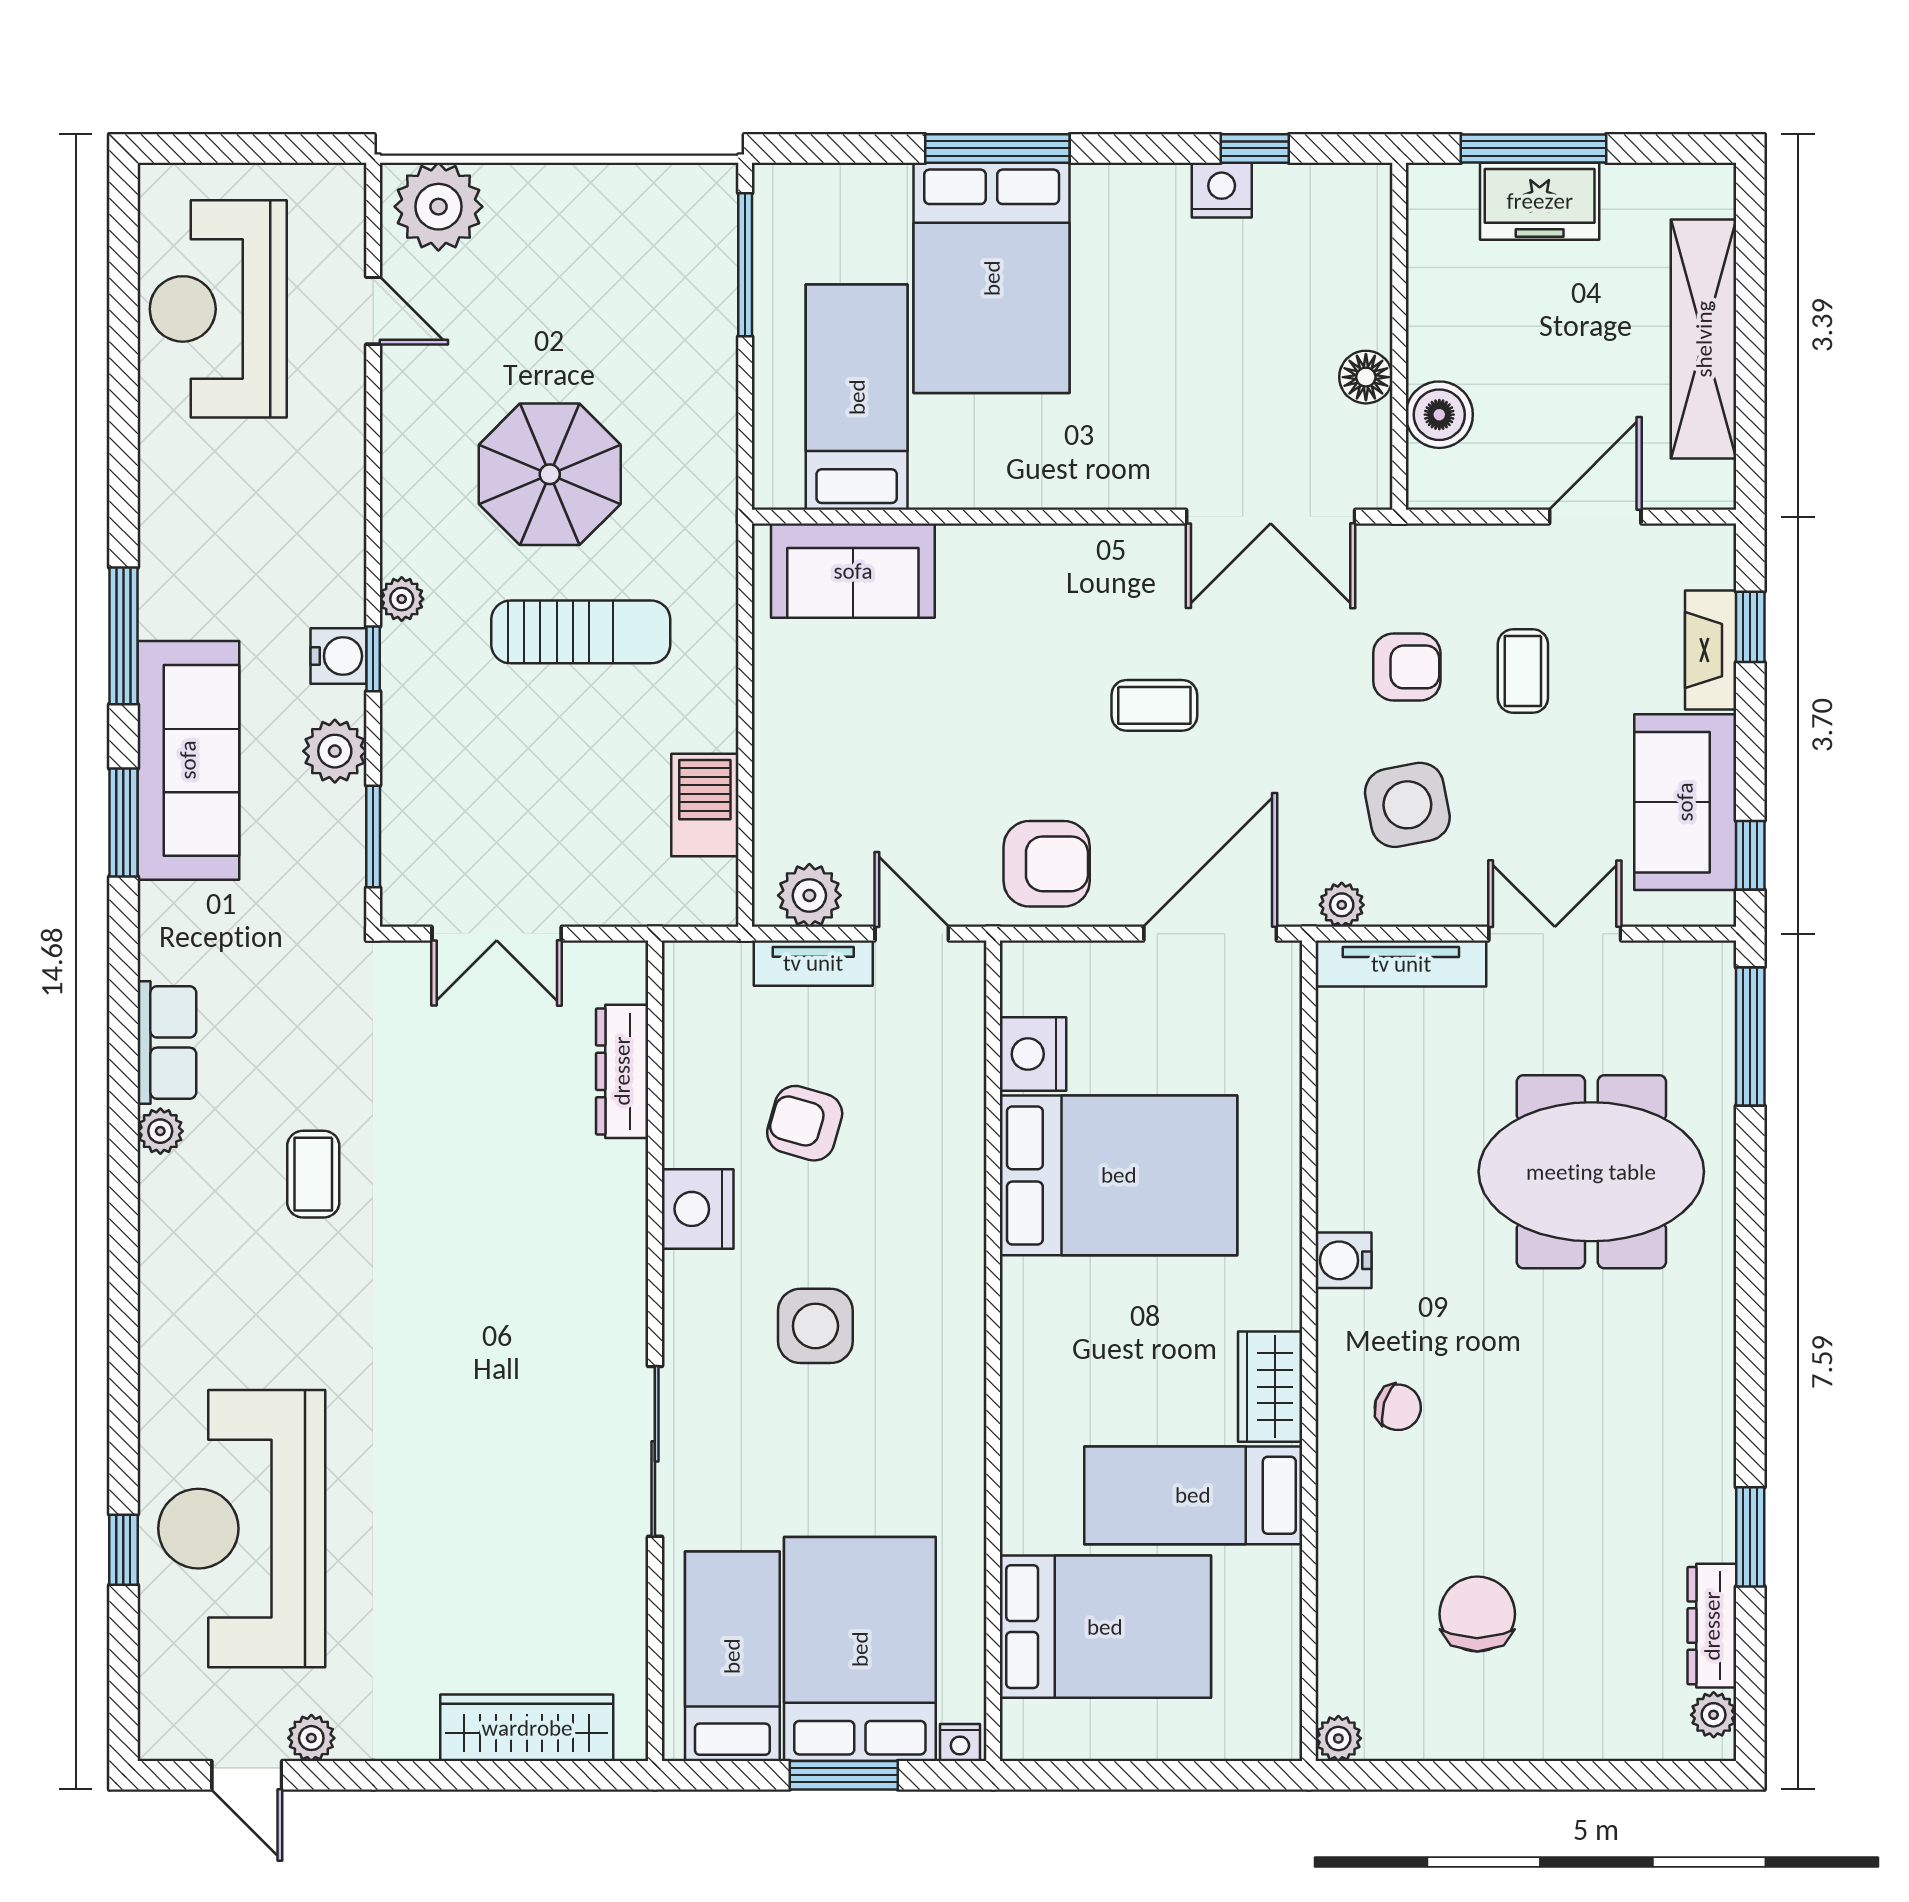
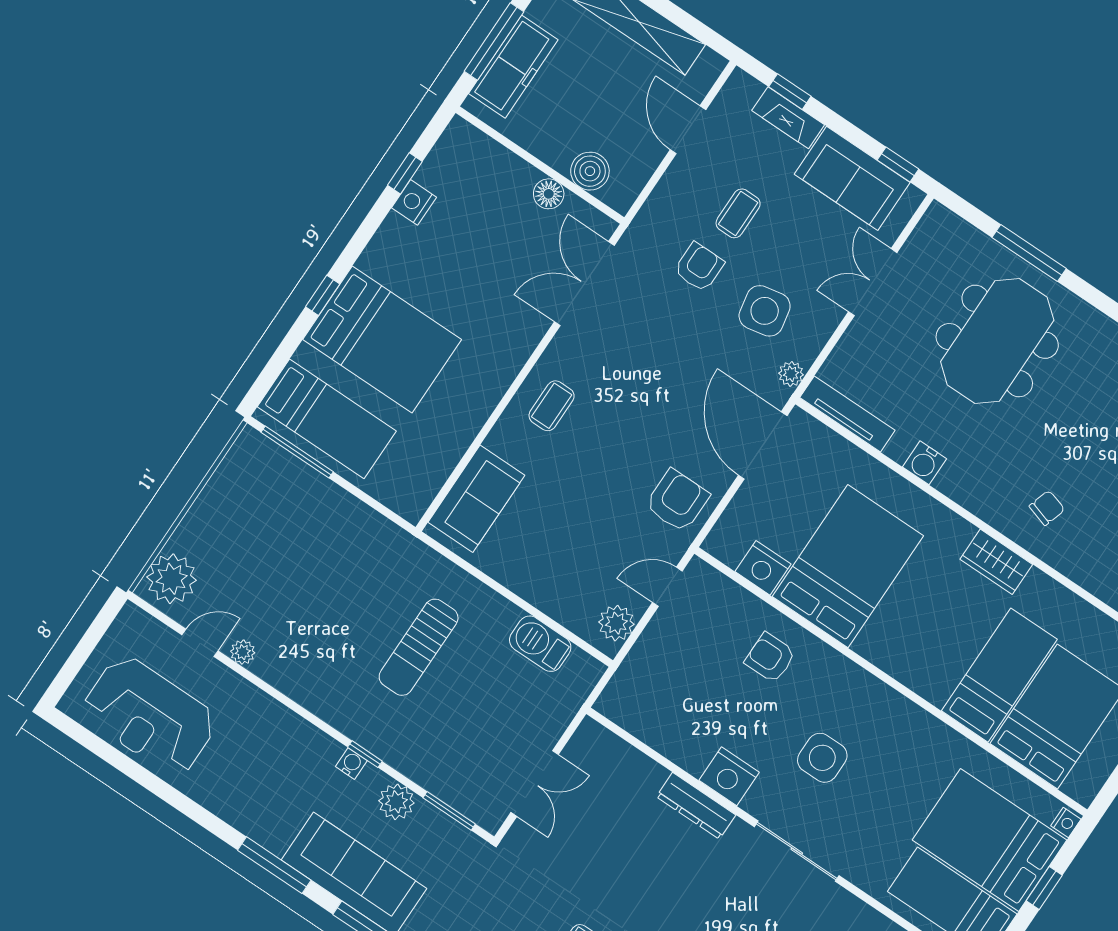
window: (997, 148) -> (323, 295), width x0.46
freezer: (1540, 201) -> (513, 67), width x1.40
bed: (857, 397) -> (327, 419), moved, turned 180
parasol: (550, 474) -> (334, 612), removed
double door: (1271, 517) -> (584, 284), swing flipped
plant: (402, 599) -> (243, 652), moved
sun lounger: (581, 632) -> (419, 647), turned 180
water cooler: (339, 656) -> (351, 764), width x0.72, depth x0.72
coffee table: (1523, 671) -> (738, 213), turned 90
coffee table: (1154, 705) -> (552, 406), moved
tv unit: (813, 963) -> (650, 643), removed
tv unit: (1401, 964) -> (847, 414), moved, turned -90
window: (1750, 1036) -> (1029, 253), moved
dresser: (622, 1071) -> (696, 806), moved
armchair: (805, 1123) -> (770, 658), moved, turned 74
water cooler: (1344, 1260) -> (925, 463), moved
sliding door: (655, 1451) -> (797, 851), moved
bed: (1193, 1495) -> (999, 675), moved, turned 180
window: (844, 1775) -> (1044, 888), width x0.67

